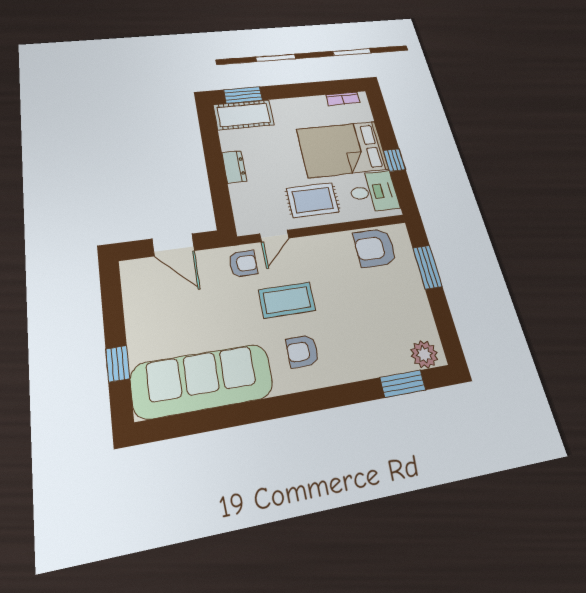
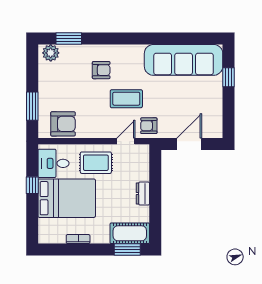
bookcase: (343, 99) -> (78, 239), moved
door: (173, 245) -> (189, 144), hinge flipped
armchair: (302, 351) -> (101, 70), moved

